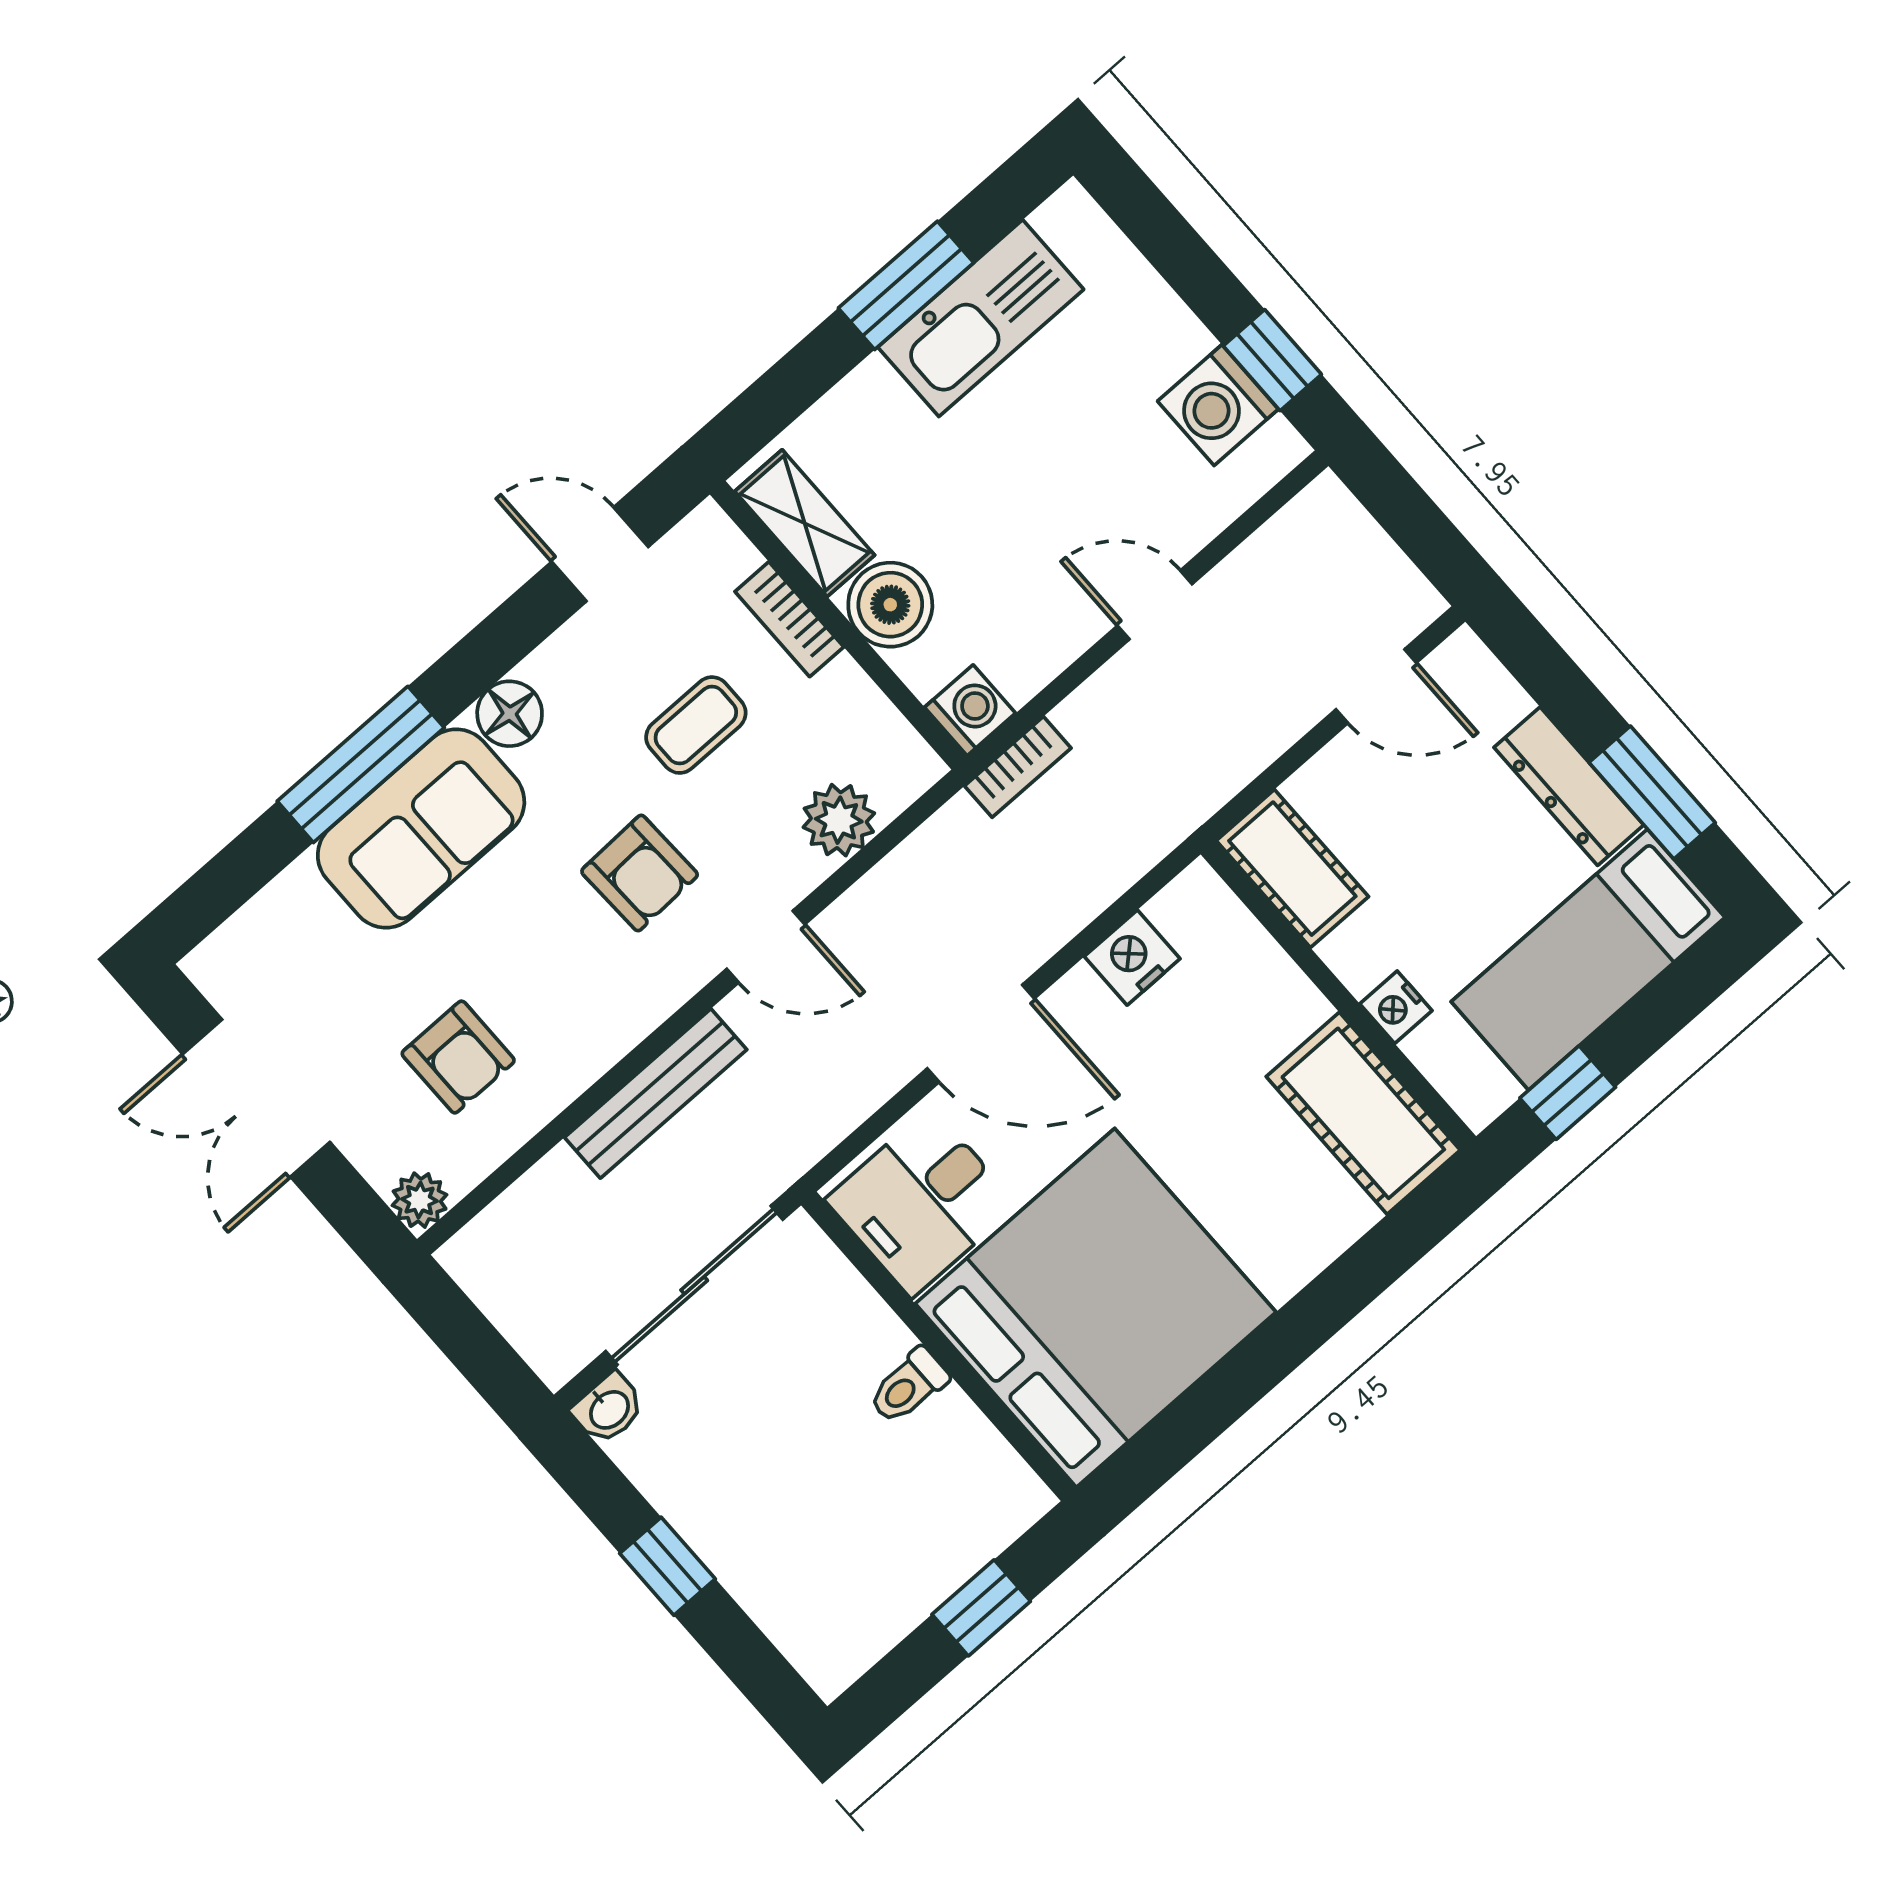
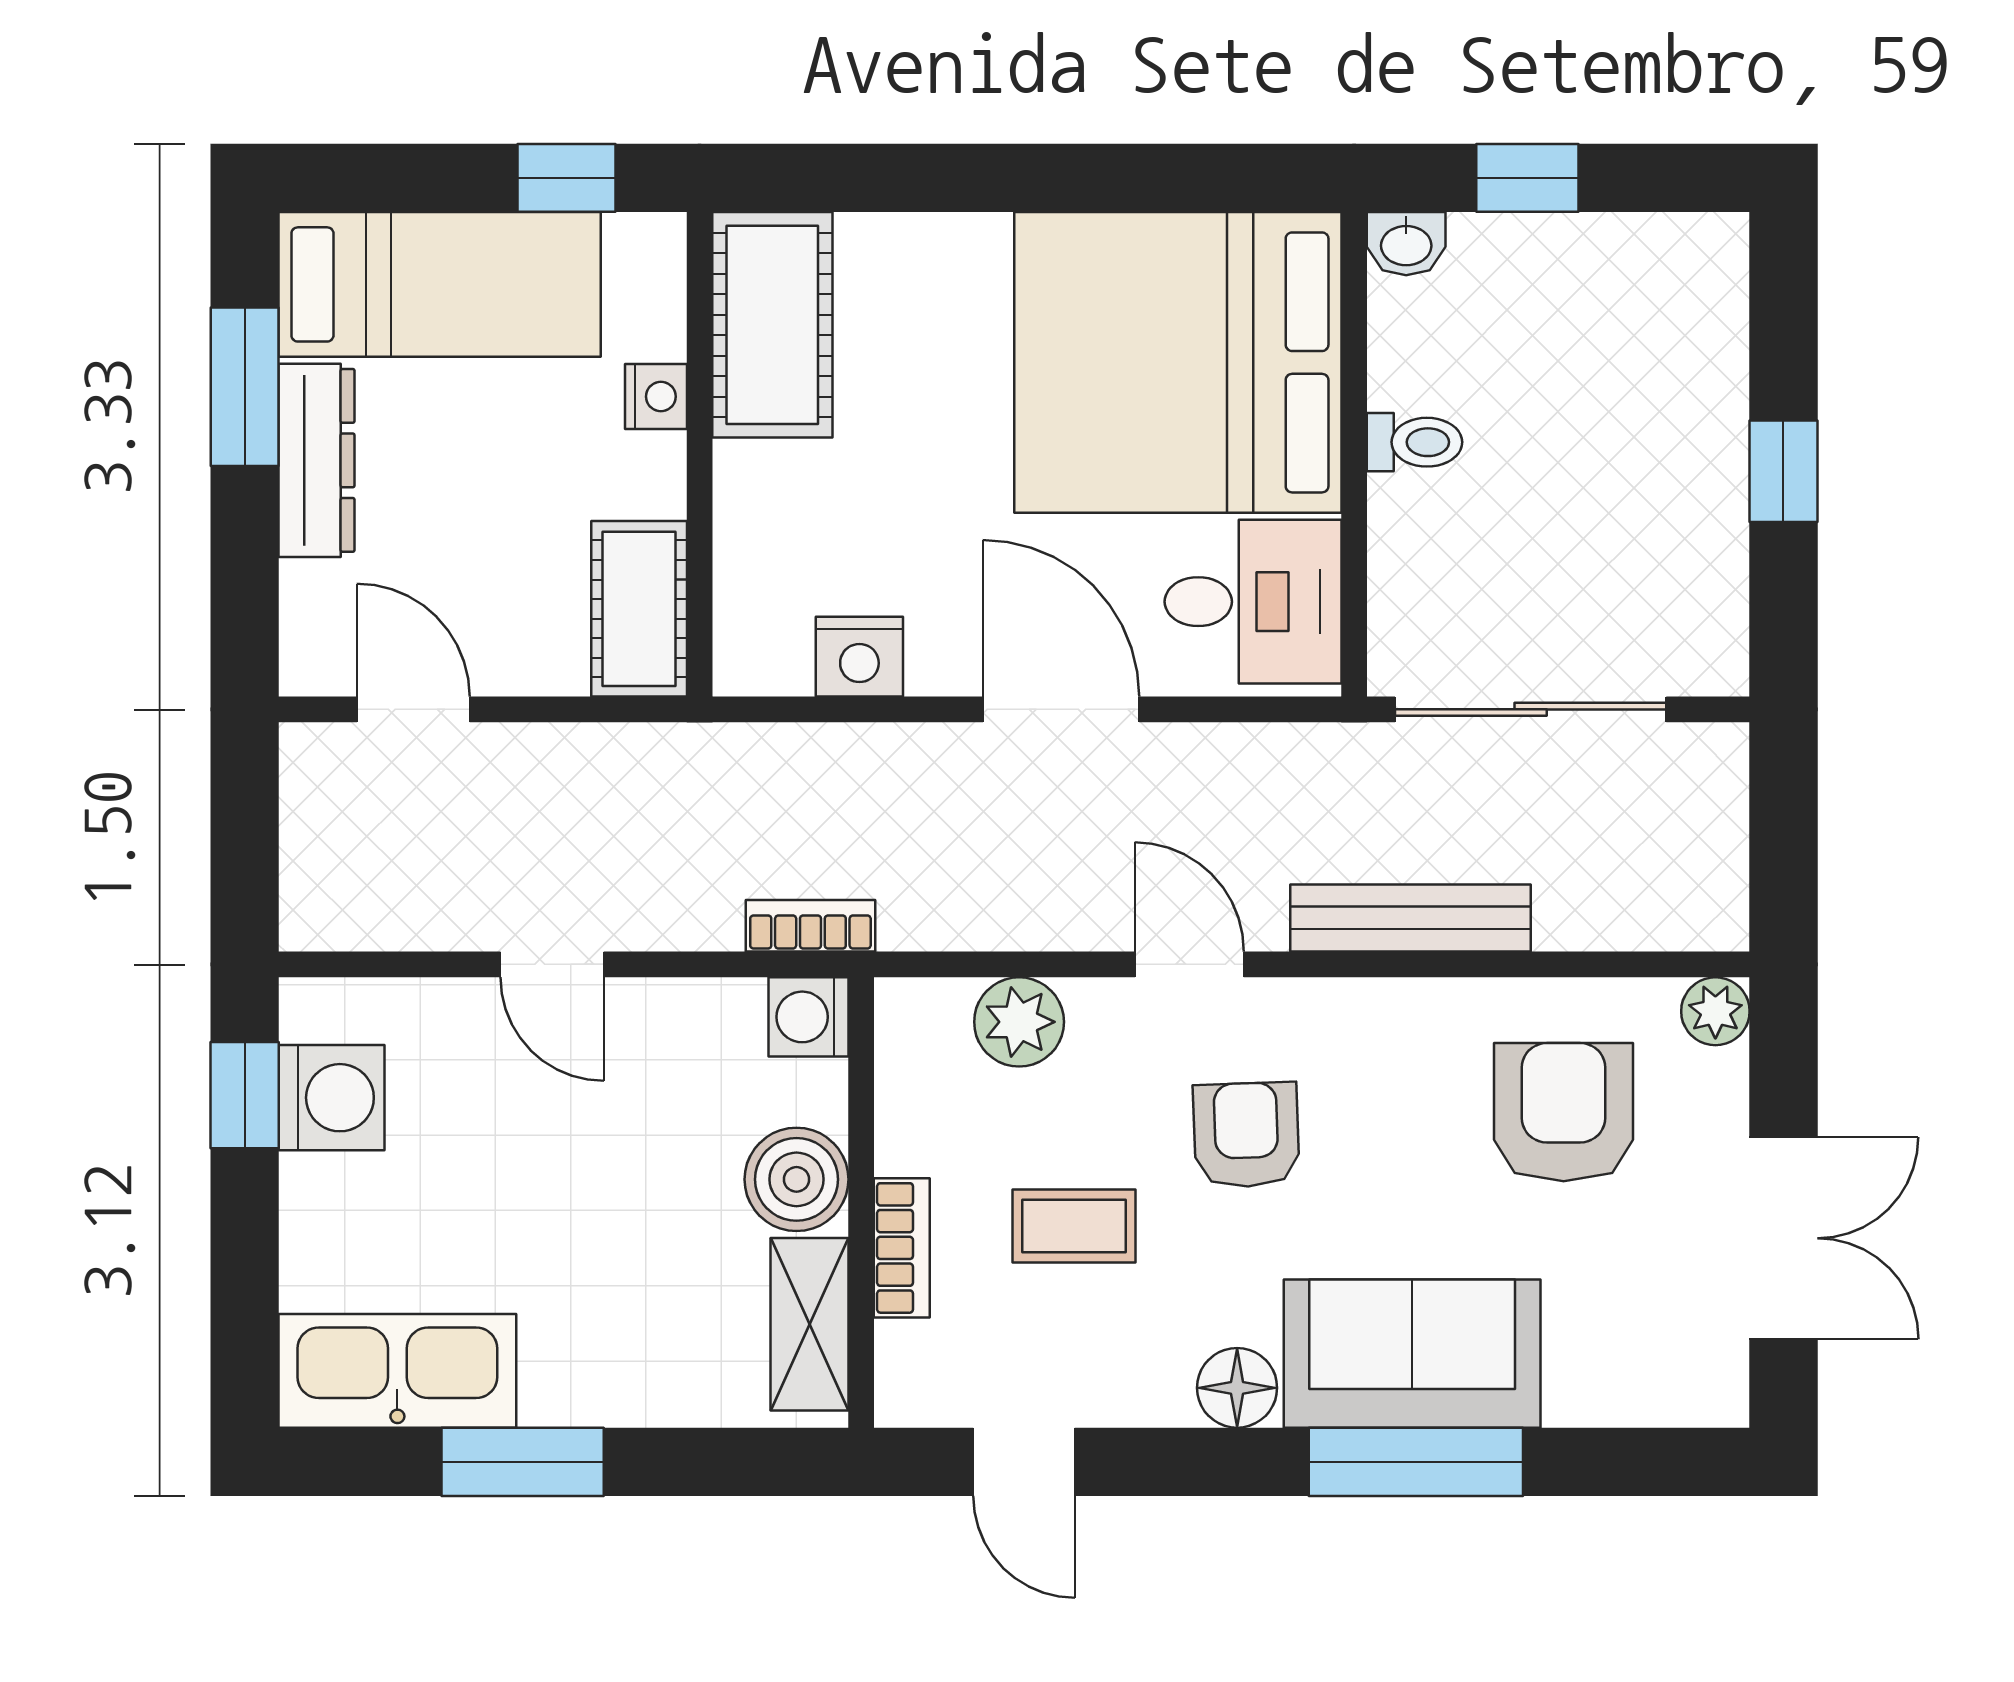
kitchen sink: (981, 318) -> (397, 1371), moved
armchair: (458, 1057) -> (1564, 1112), width x1.38, depth x1.38
washbasin: (608, 1409) -> (1406, 244), moved, turned 180

